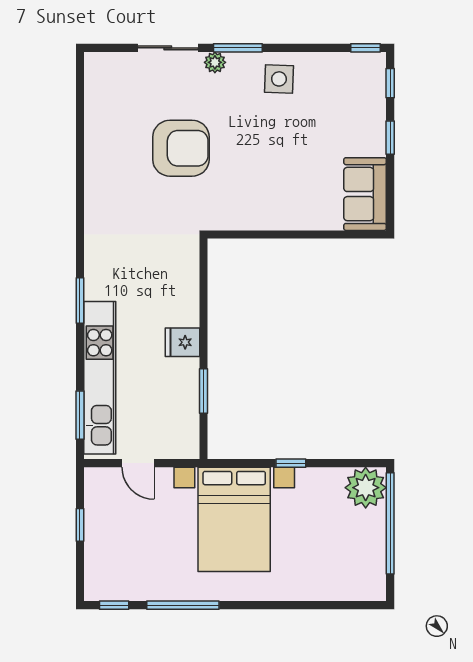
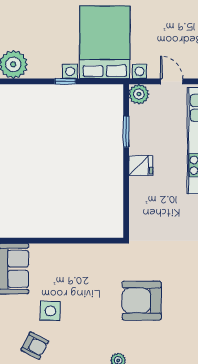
side table: (279, 79) -> (50, 311), moved
armchair: (335, 84) -> (35, 346), added
plant: (185, 445) -> (139, 94), added

